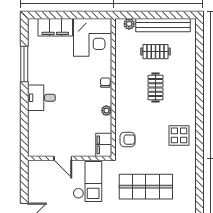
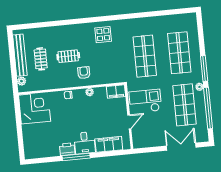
filing cabinet: (55, 27) -> (109, 144), moved, turned -90
window: (24, 64) -> (76, 157), moved
printer: (35, 74) -> (67, 149), added
armchair: (128, 140) -> (84, 73), moved

